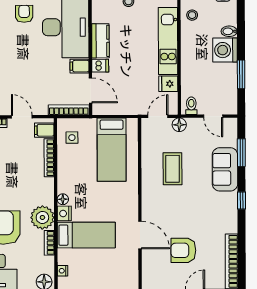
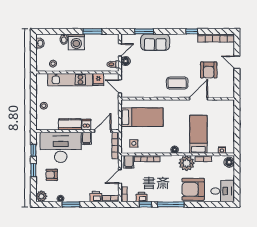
floor lamp: (179, 125) -> (126, 61), moved
coffee table: (173, 169) -> (177, 83), moved
window: (242, 200) -> (192, 31), moved
nightstand: (64, 213) -> (184, 149), removed

